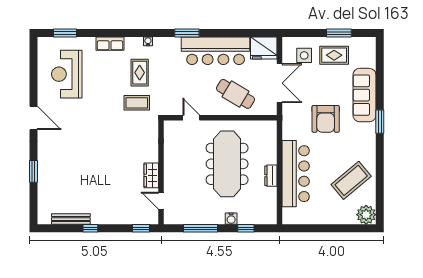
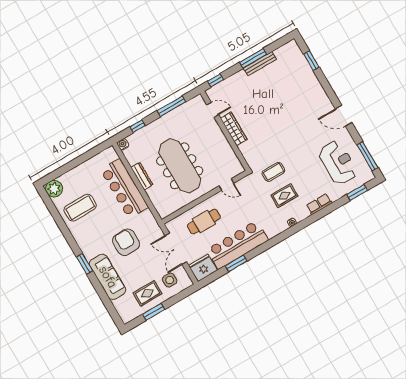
window: (187, 33) -> (236, 263), moved
window: (34, 63) -> (367, 156), added
rug: (140, 73) -> (284, 196), turned 90
cafe table: (236, 94) -> (204, 222), turned -31
window: (34, 171) -> (311, 61), moved
wardrobe: (151, 175) -> (234, 129), width x1.50
dresser: (271, 176) -> (142, 176), width x1.44
coffee table: (351, 180) -> (80, 208), turned 40
bench: (71, 219) -> (260, 64), moved
water cooler: (231, 219) -> (123, 144), moved
window: (90, 228) -> (253, 58), width x2.17

